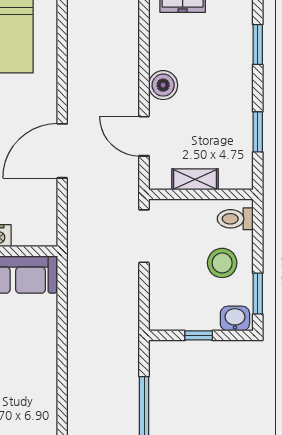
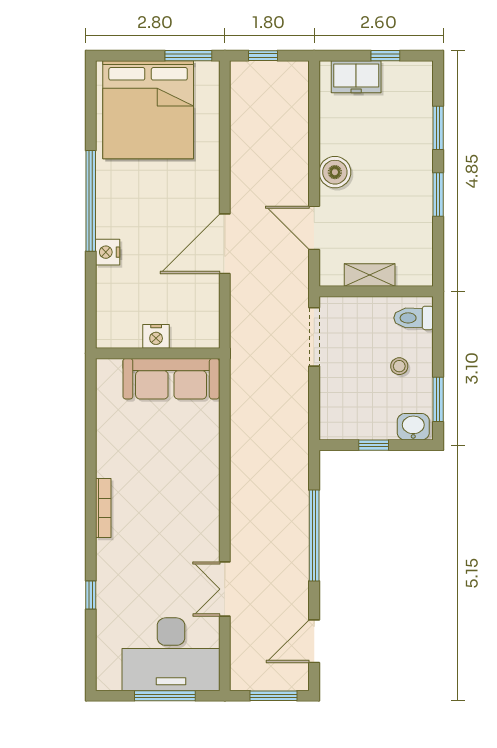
window: (258, 132) -> (438, 194), moved
stool: (222, 263) -> (399, 366), width x0.53, depth x0.53

